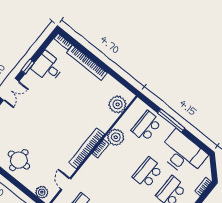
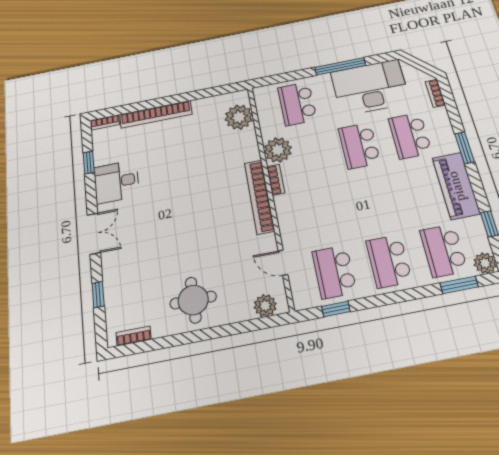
window: (28, 67) -> (89, 163), moved
desk: (48, 67) -> (116, 182), moved
window: (171, 121) -> (340, 66), moved

